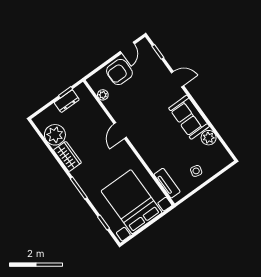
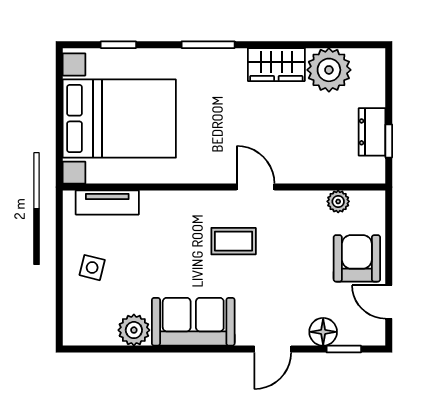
floor lamp: (157, 65) -> (323, 332), added
coffee table: (147, 124) -> (234, 241), added

